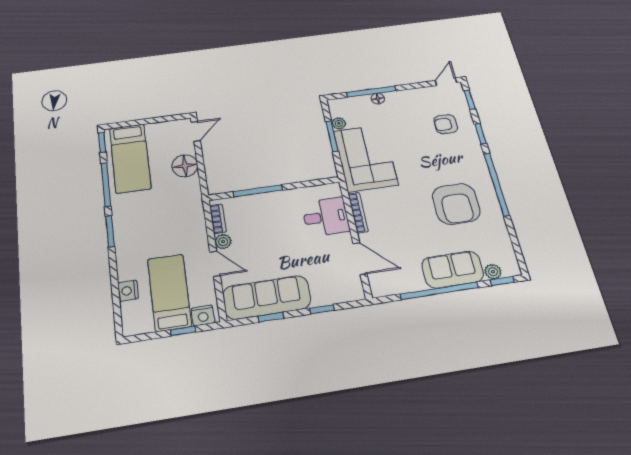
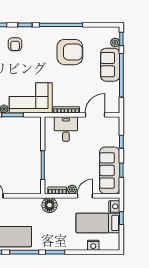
floor lamp: (185, 166) -> (49, 205), moved

